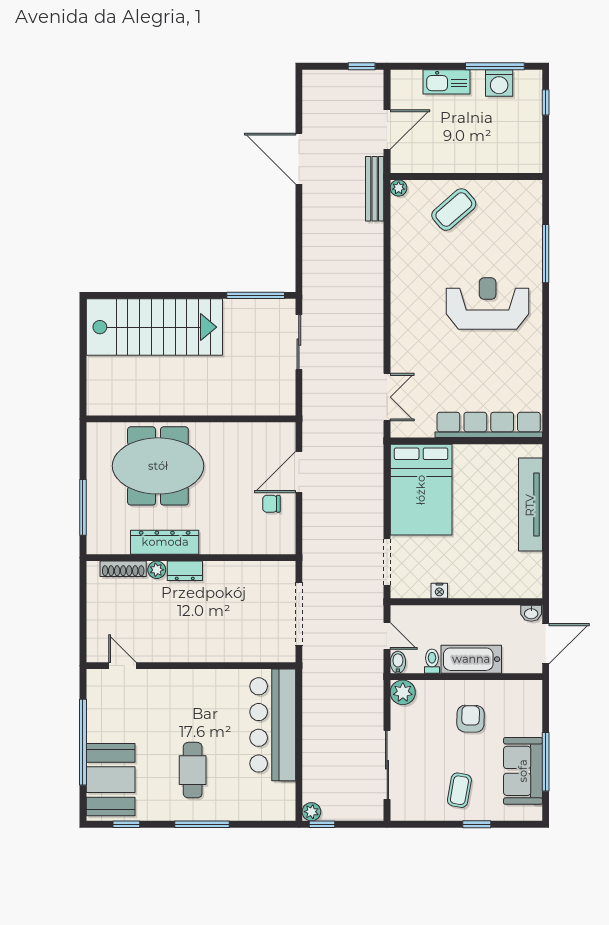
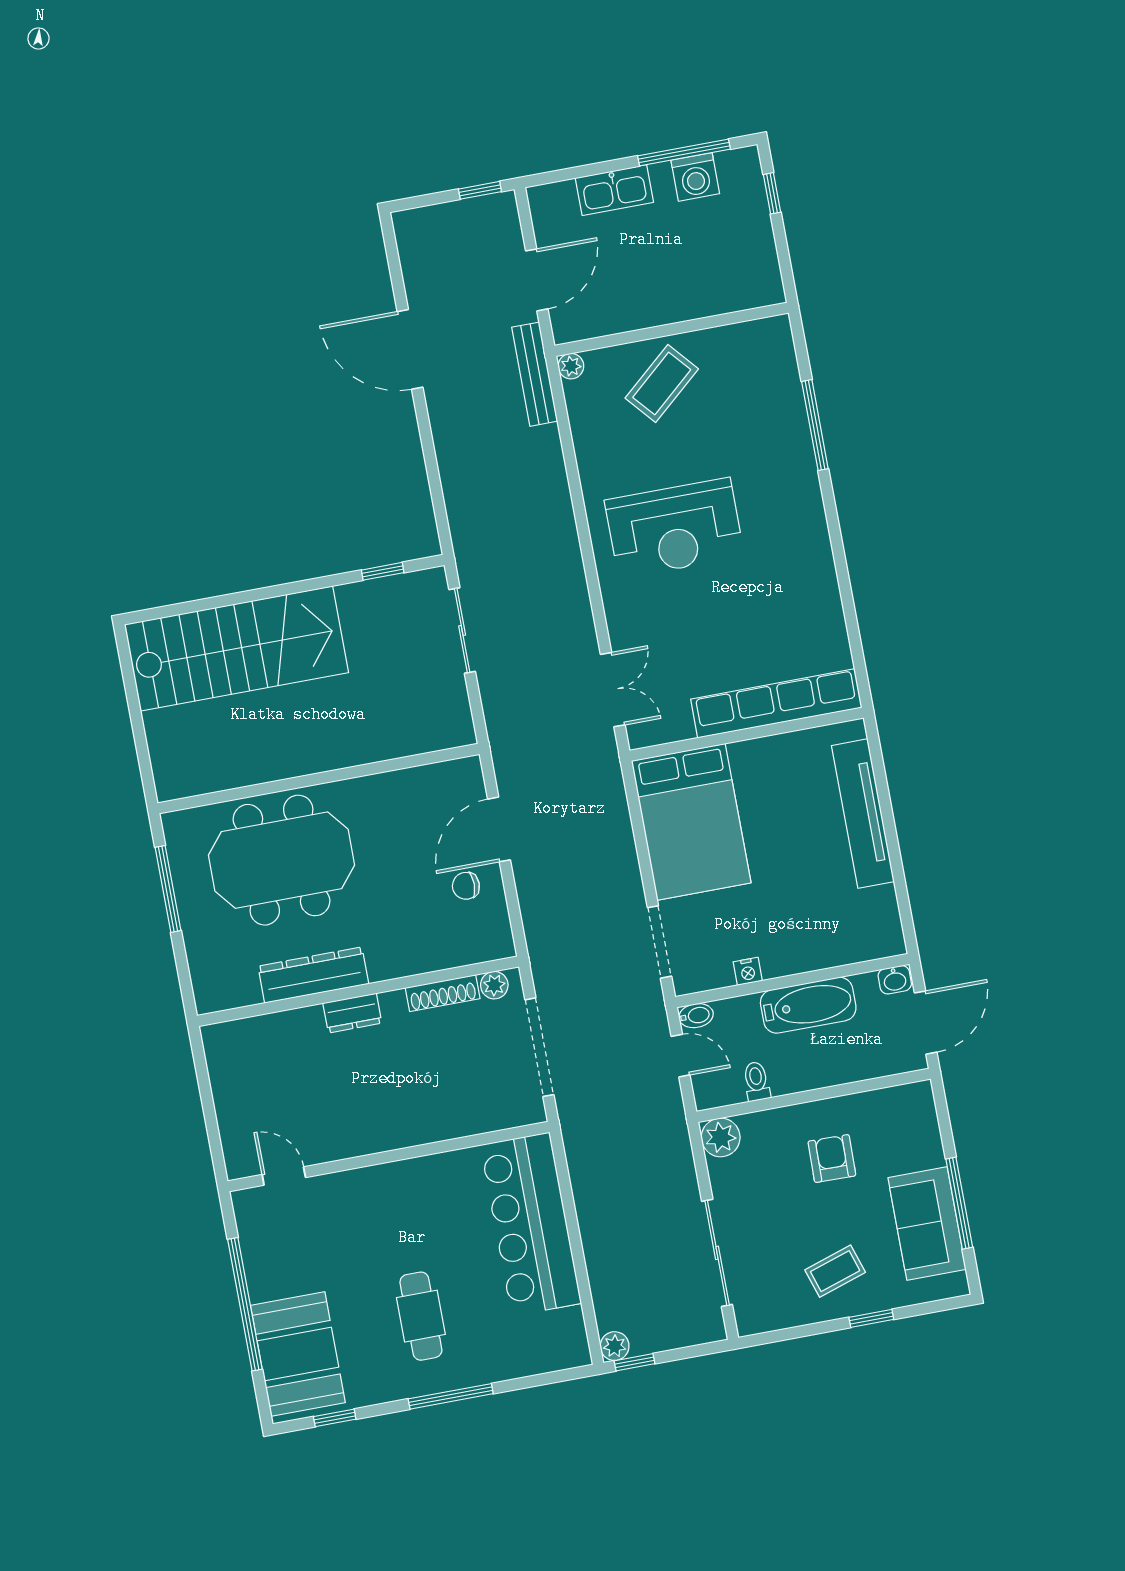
window: (256, 295) -> (383, 571), width x0.46
reception desk: (488, 304) -> (674, 528), moved, turned 180
window: (83, 507) -> (168, 889), moved
shoe rack: (123, 569) -> (443, 993), moved
plant: (157, 570) -> (494, 985), moved
bathtub: (471, 659) -> (808, 1005), moved, turned 180
bidet: (398, 662) -> (696, 1016), moved, turned 90
coffee table: (459, 790) -> (835, 1271), turned 62

